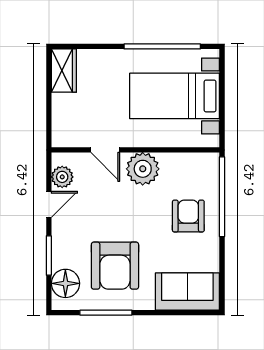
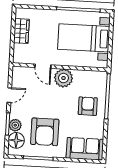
wardrobe: (64, 71) -> (21, 31), moved
plant: (62, 177) -> (15, 125), moved

